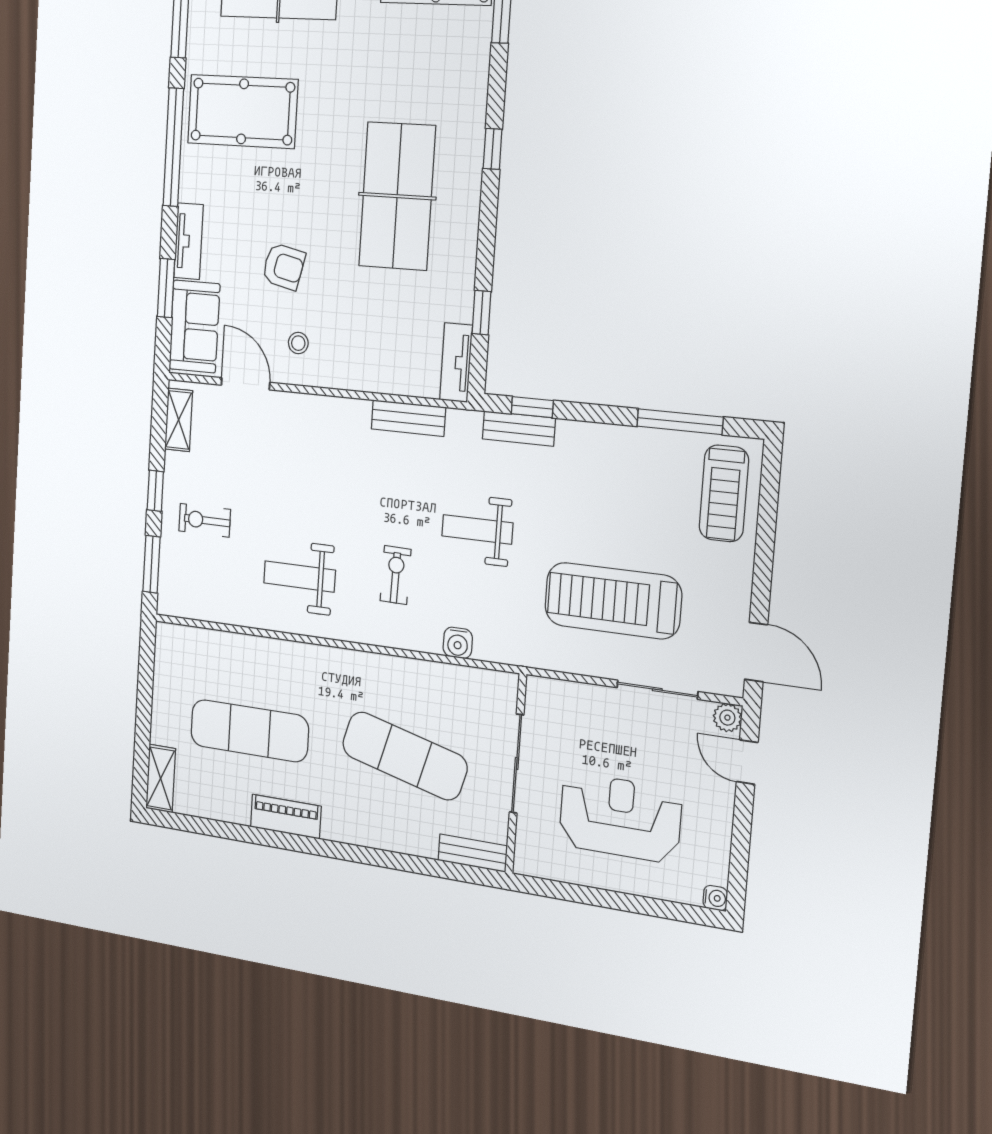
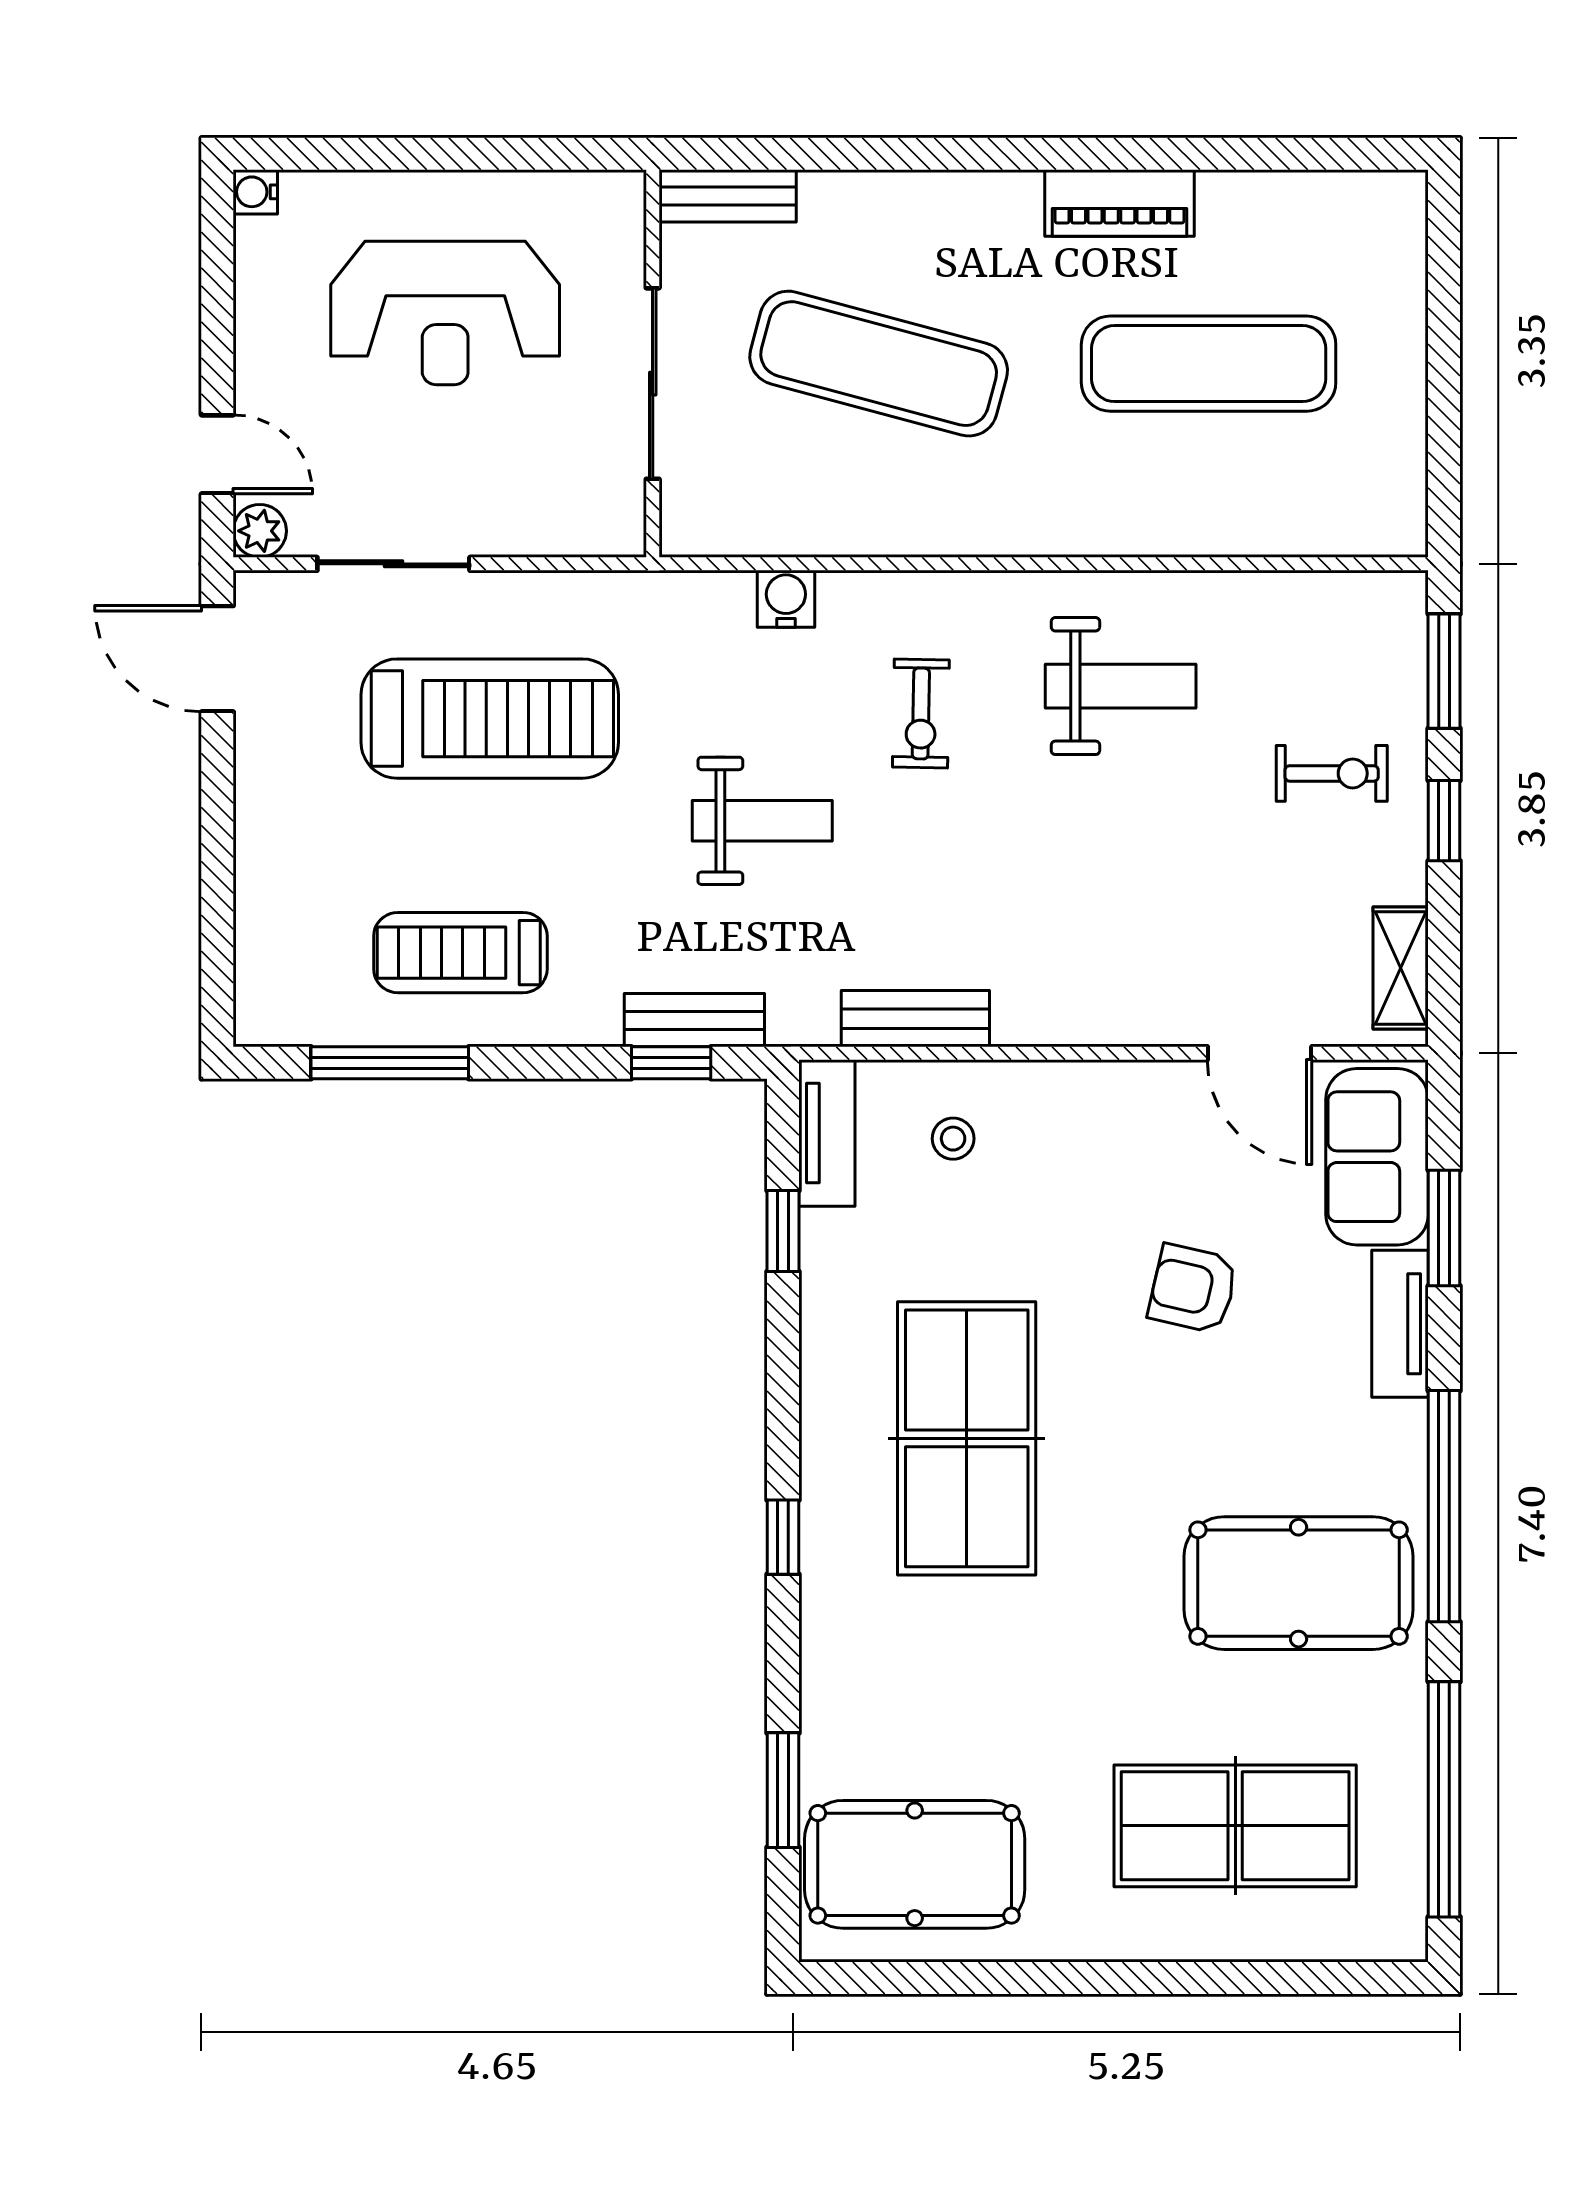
stool: (298, 343) -> (953, 1139), moved
treadmill: (724, 493) -> (460, 953), moved, turned -90
shelving: (161, 778) -> (1398, 236), removed

